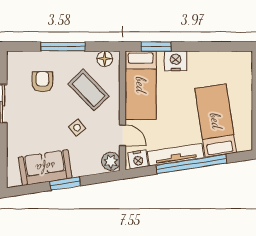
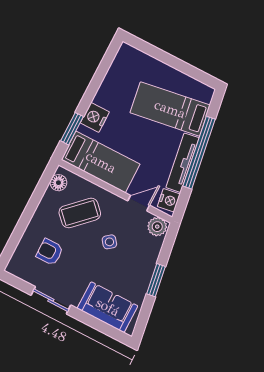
window: (63, 47) -> (27, 216), removed
sofa: (45, 168) -> (108, 307), moved, turned 99

